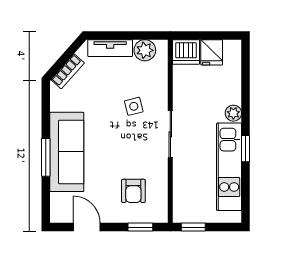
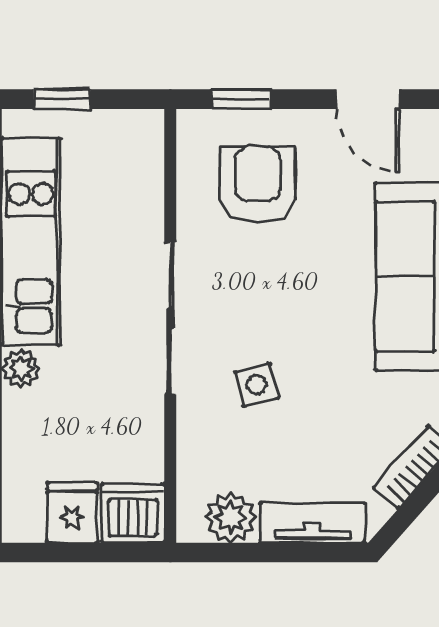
sliding door: (170, 134) -> (170, 318), width x1.37
armchair: (133, 191) -> (258, 185), width x1.38, depth x1.38
window: (193, 227) -> (62, 99), moved

